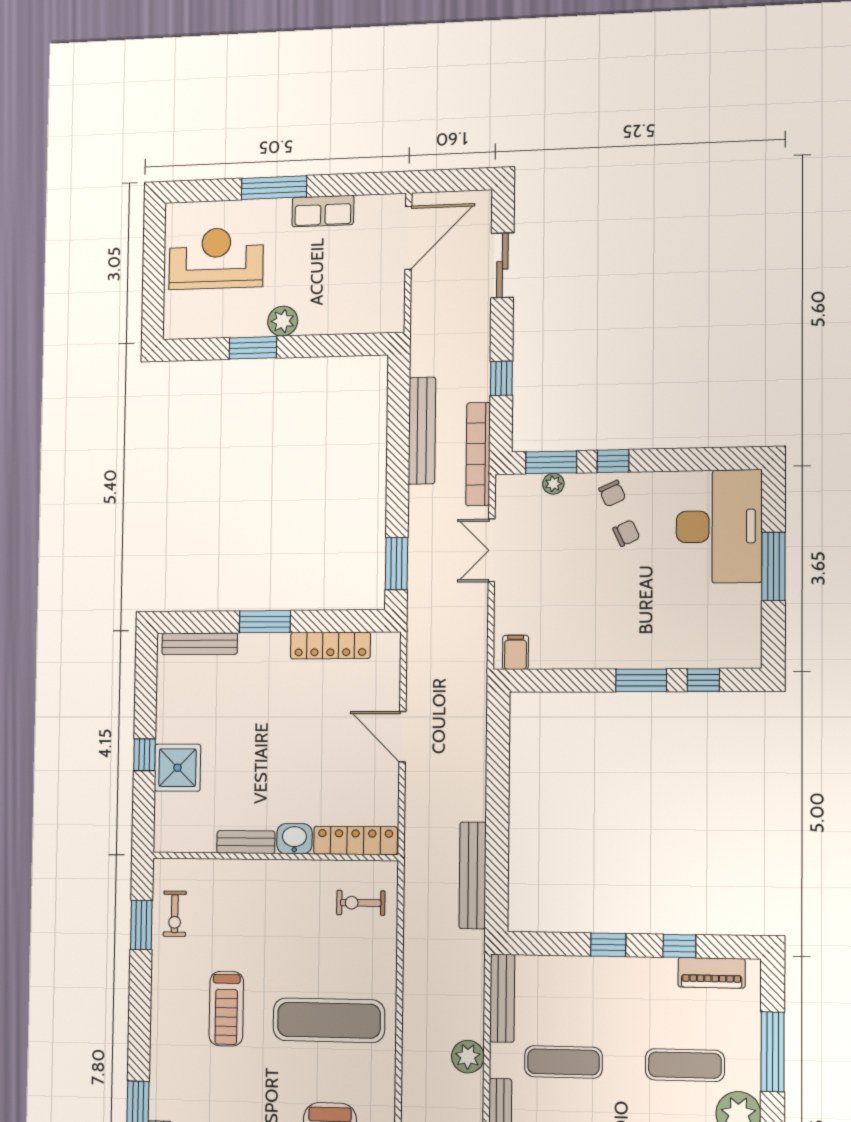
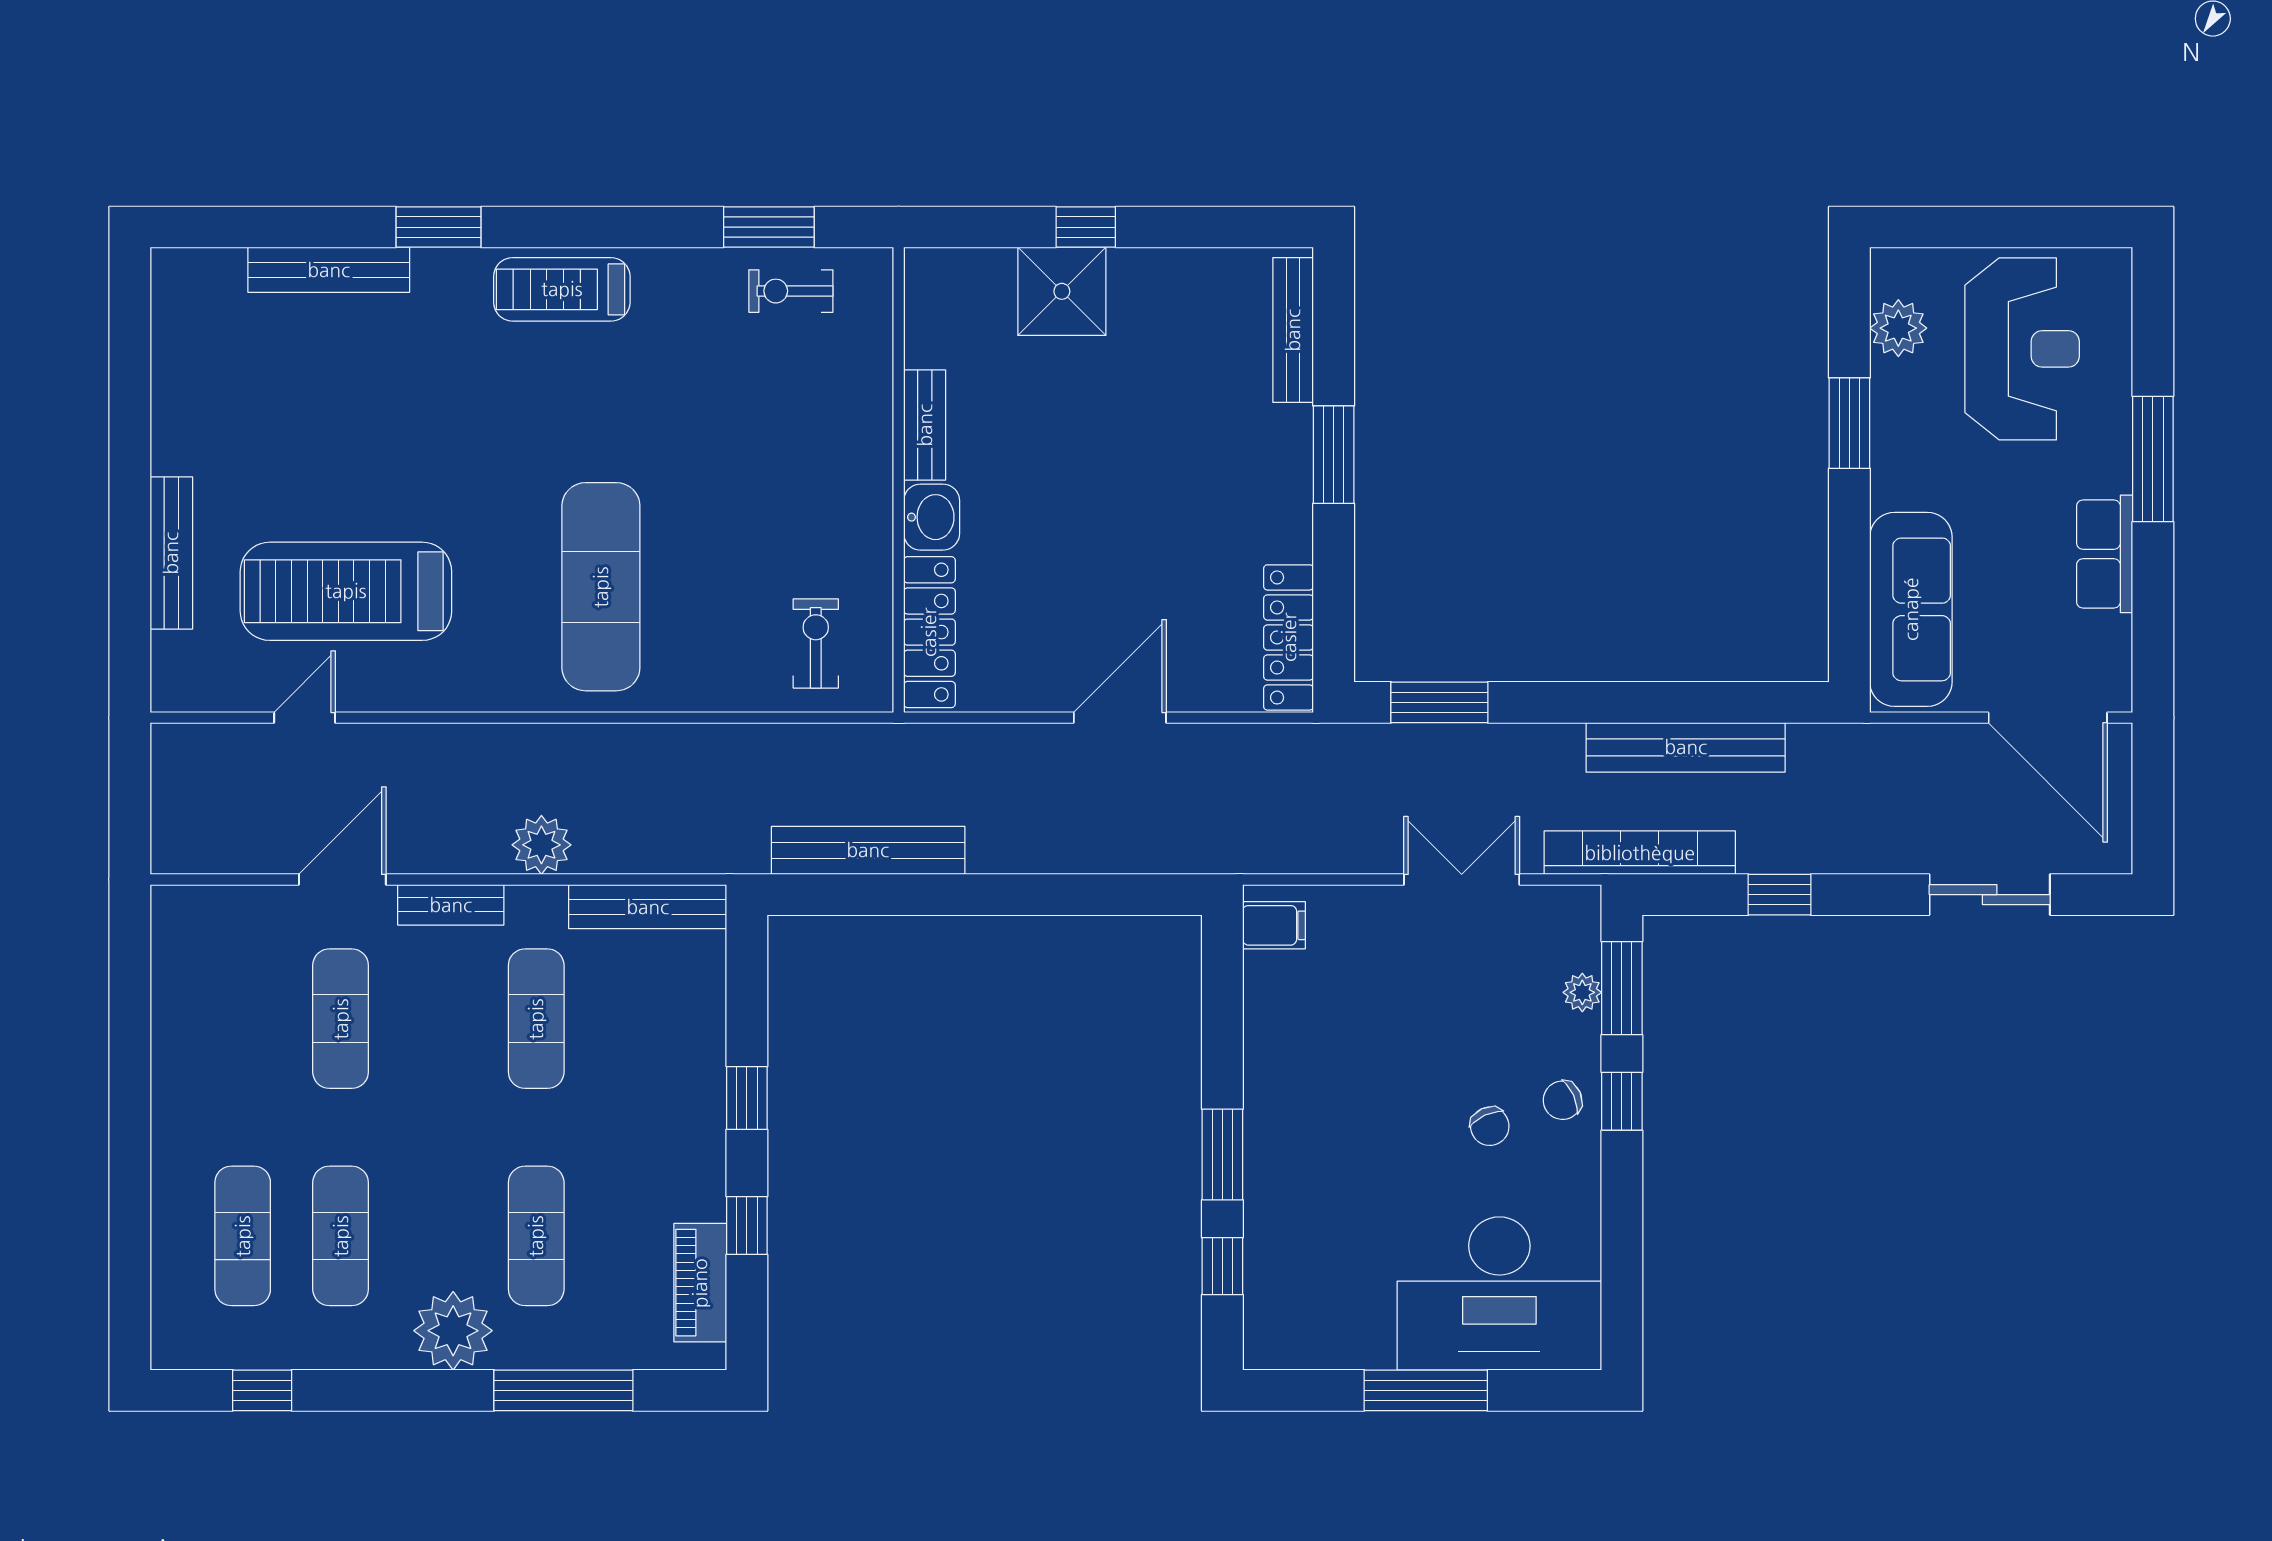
sofa: (350, 312) -> (1911, 609), added
plant: (283, 321) -> (1898, 328), moved
locker: (330, 646) -> (1289, 637), moved
treadmill: (226, 1009) -> (562, 289), moved

